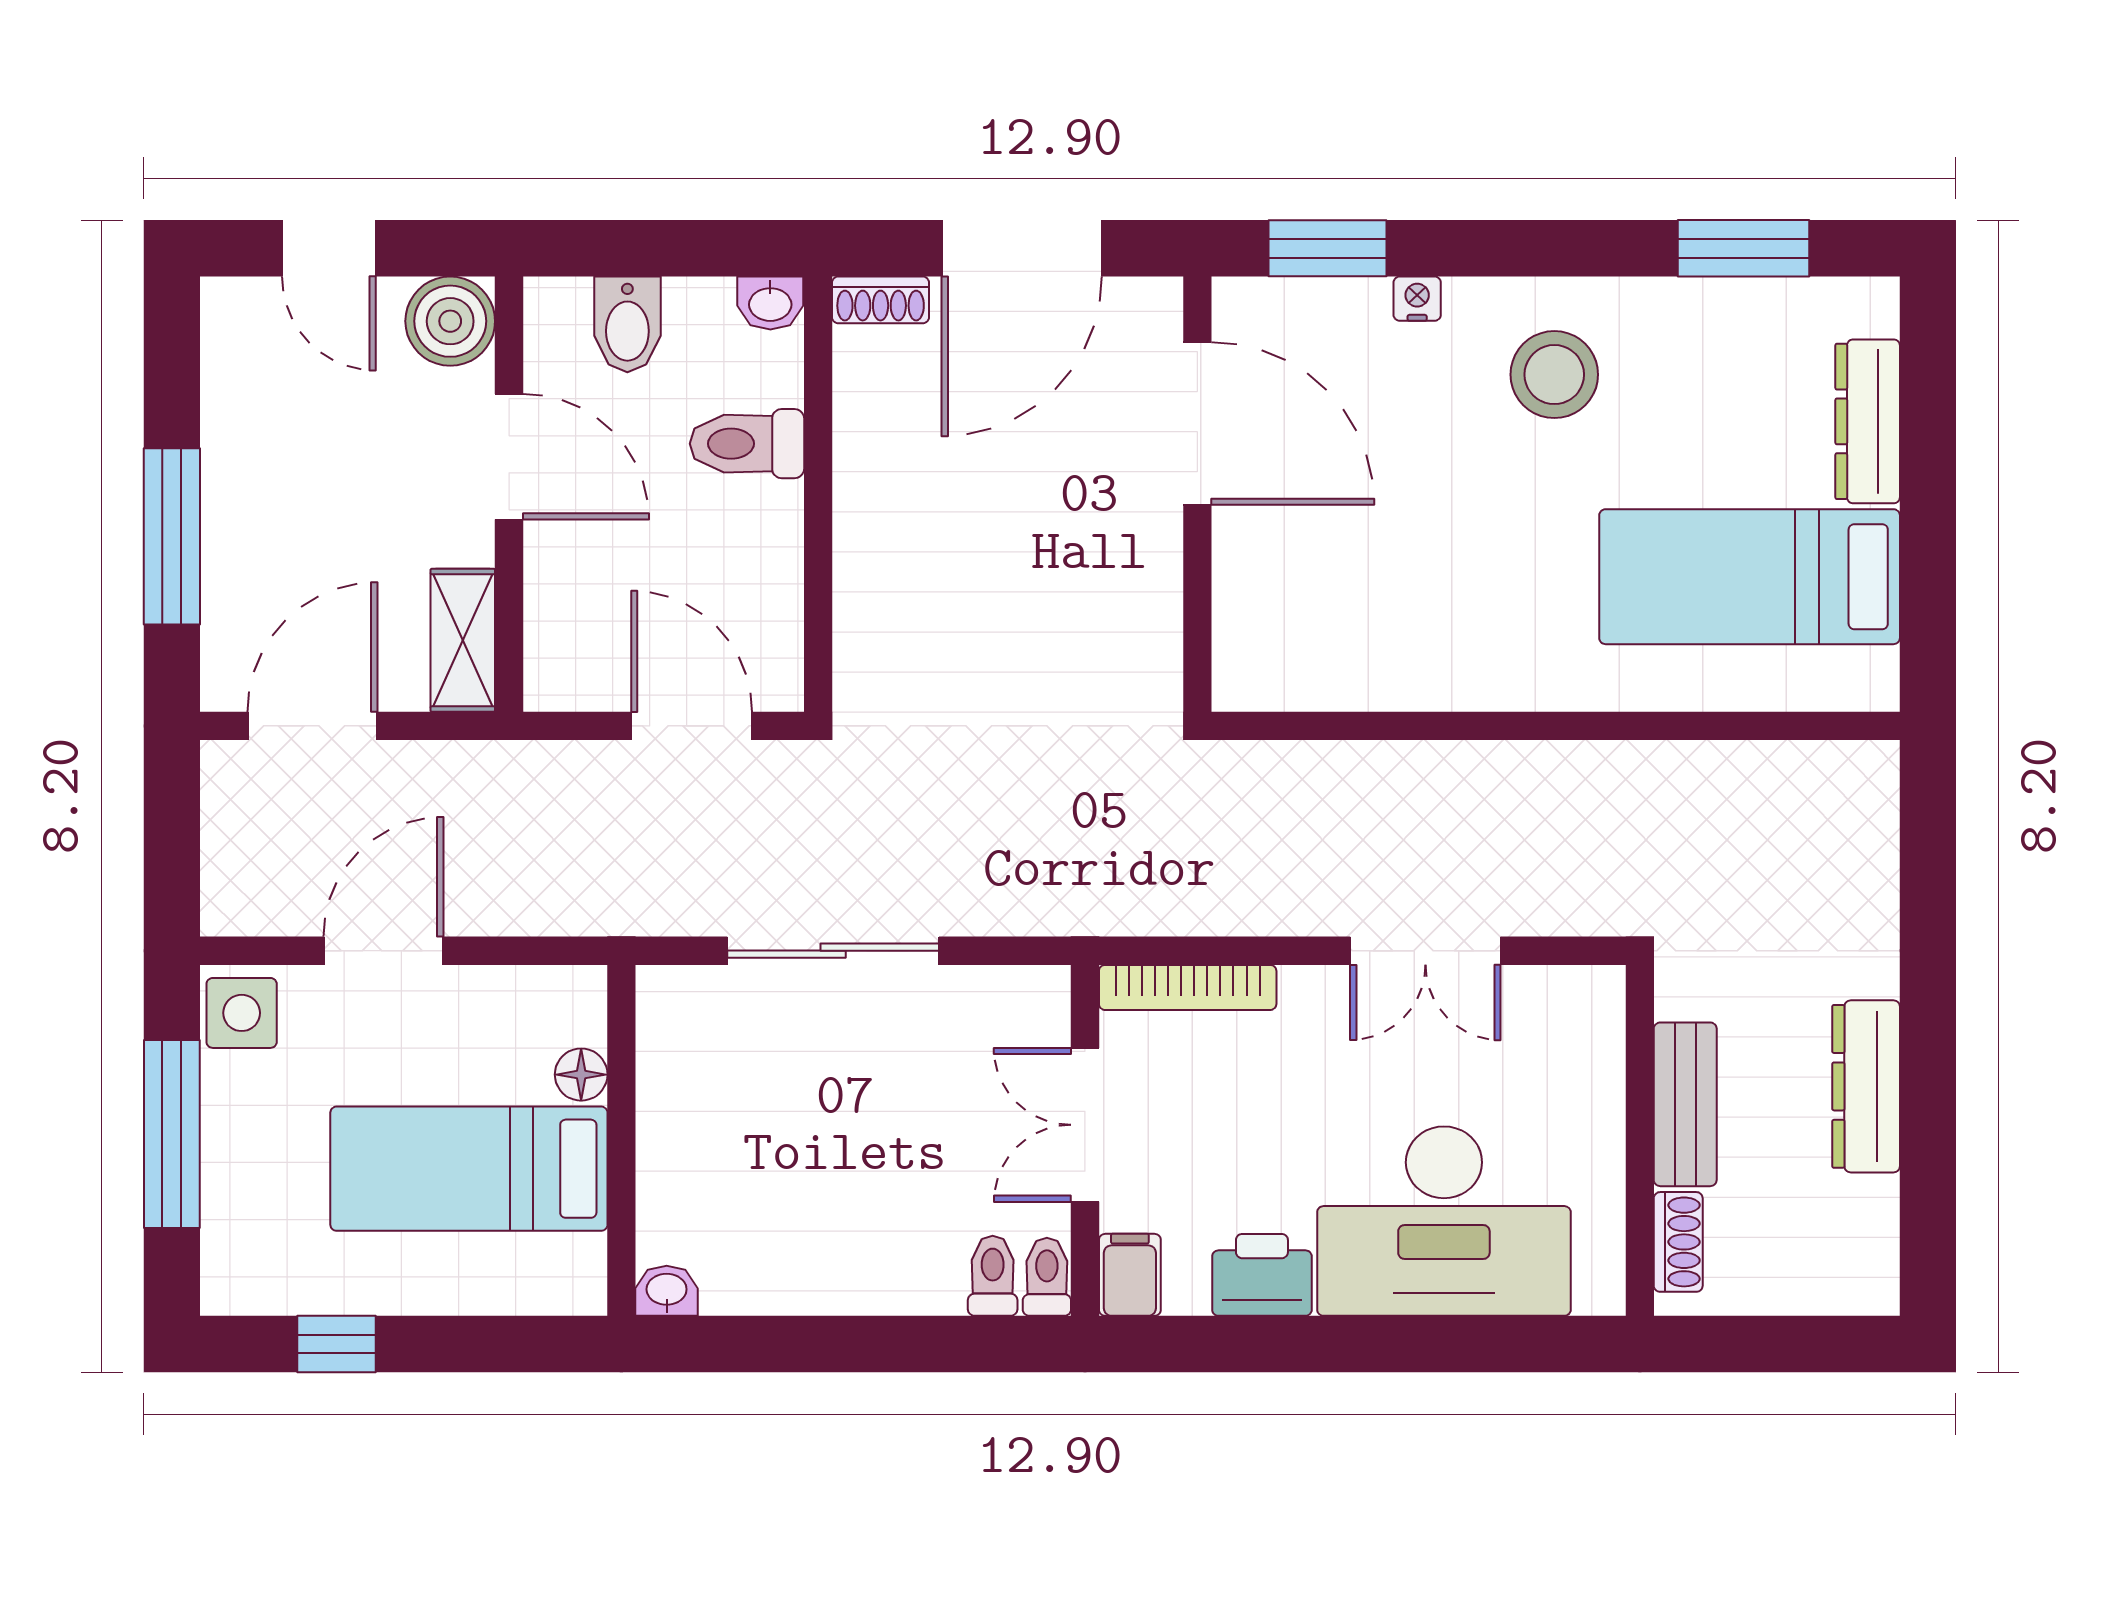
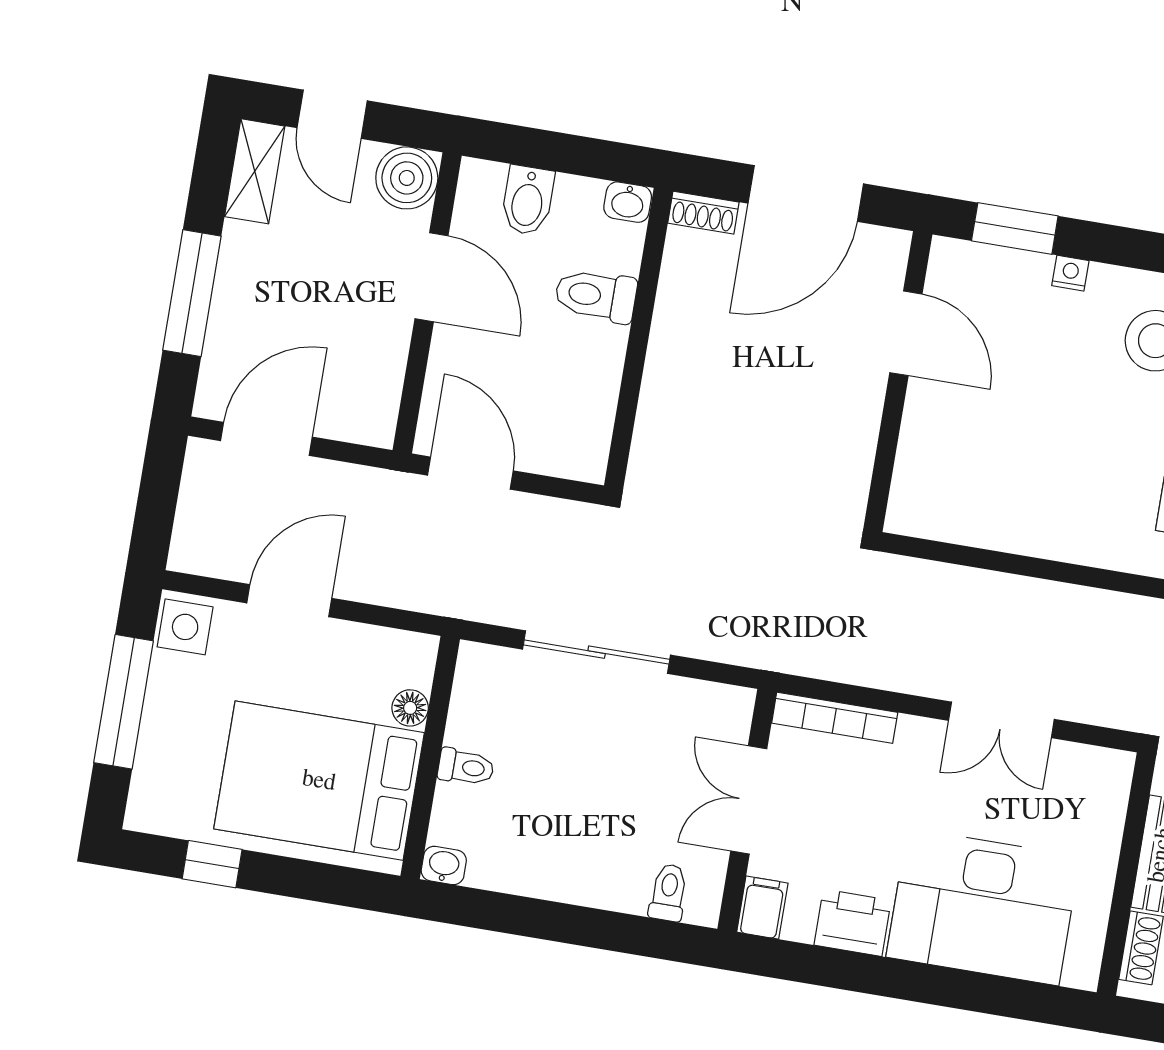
door: (1197, 423) -> (906, 333), width x0.73
shelving: (463, 640) -> (255, 171), moved
door: (692, 726) -> (470, 473), moved
bed: (469, 1169) -> (319, 781), width x1.50
toilet: (1047, 1277) -> (466, 767), moved, turned 90

